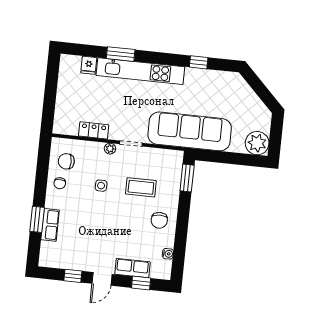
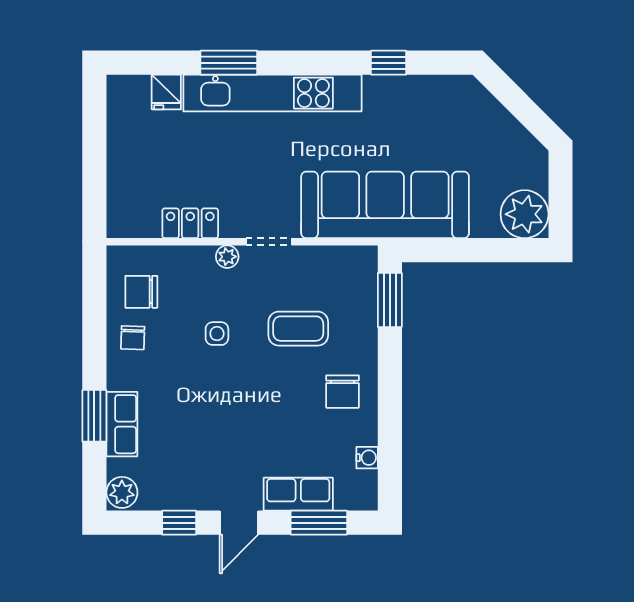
plant: (47, 258) -> (122, 492), added
window: (141, 283) -> (319, 523), width x1.50

